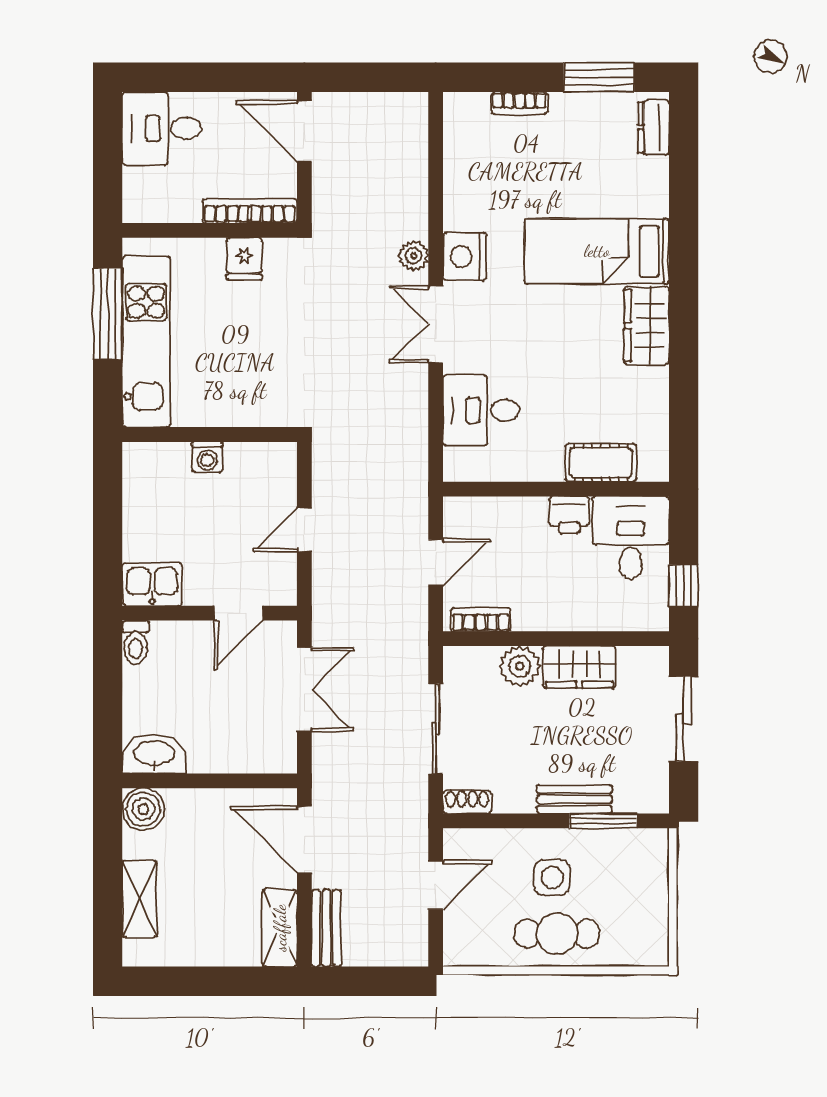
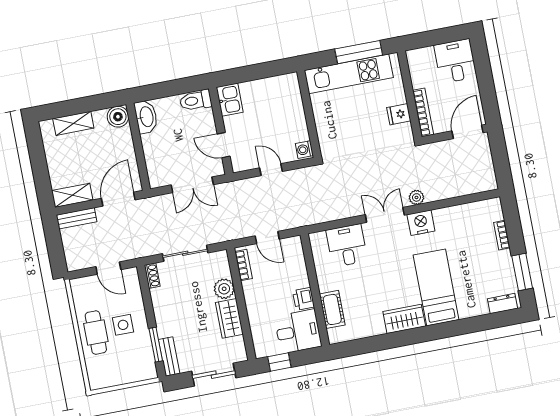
washing machine: (207, 457) -> (304, 150), moved
toilet: (136, 642) -> (196, 100), width x1.37, depth x1.39
bench: (574, 799) -> (169, 356), moved

